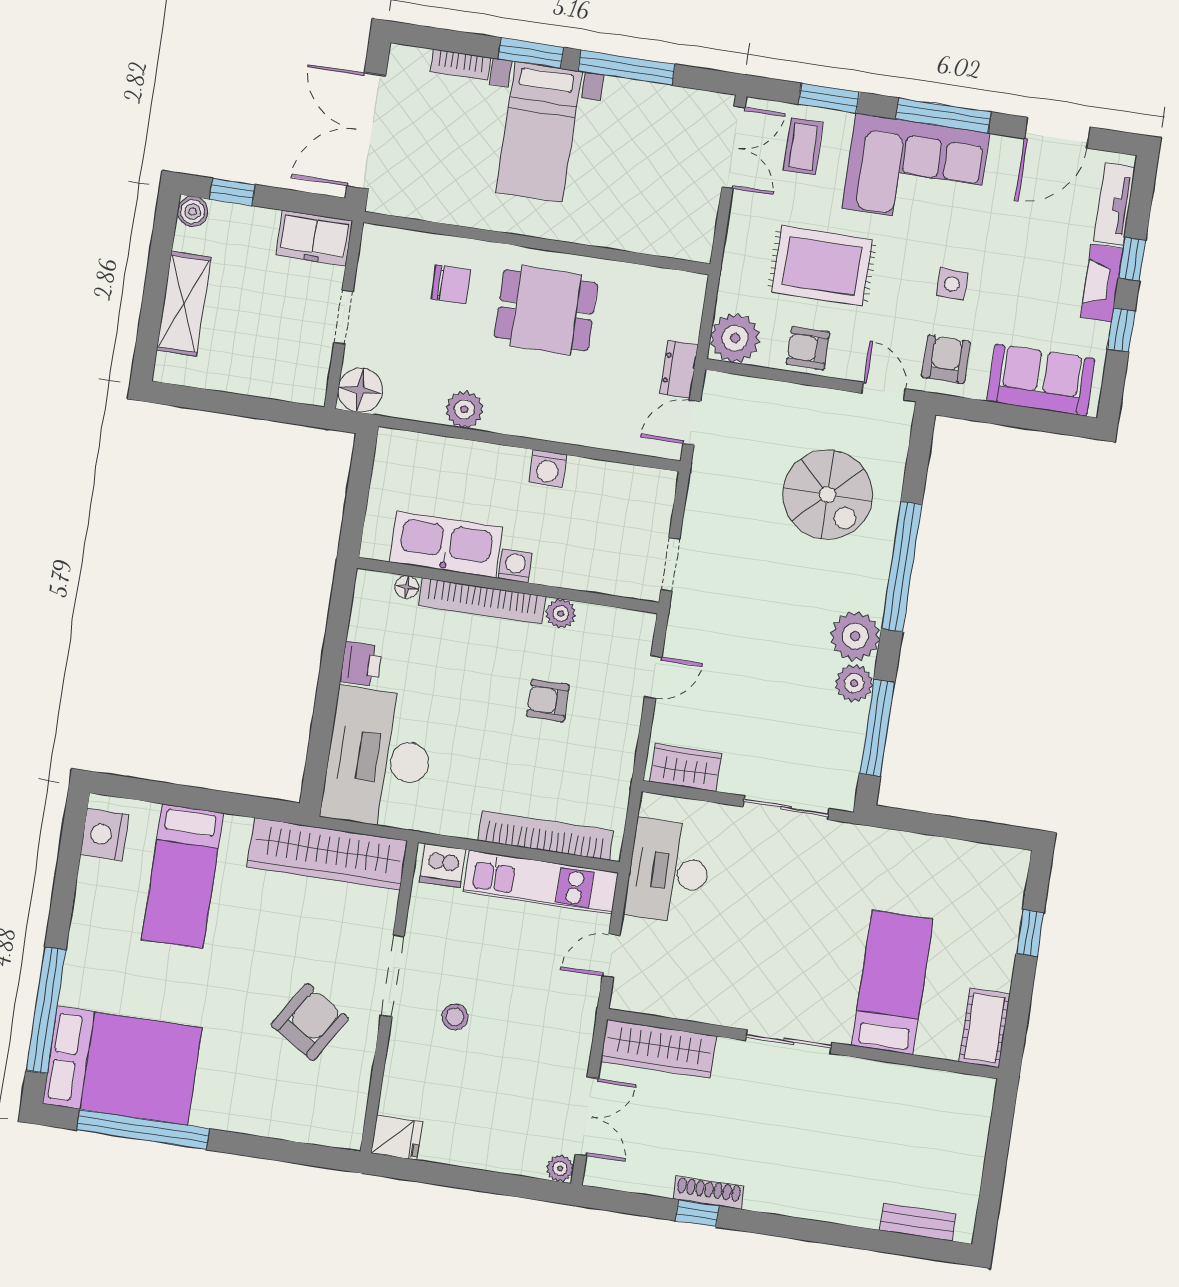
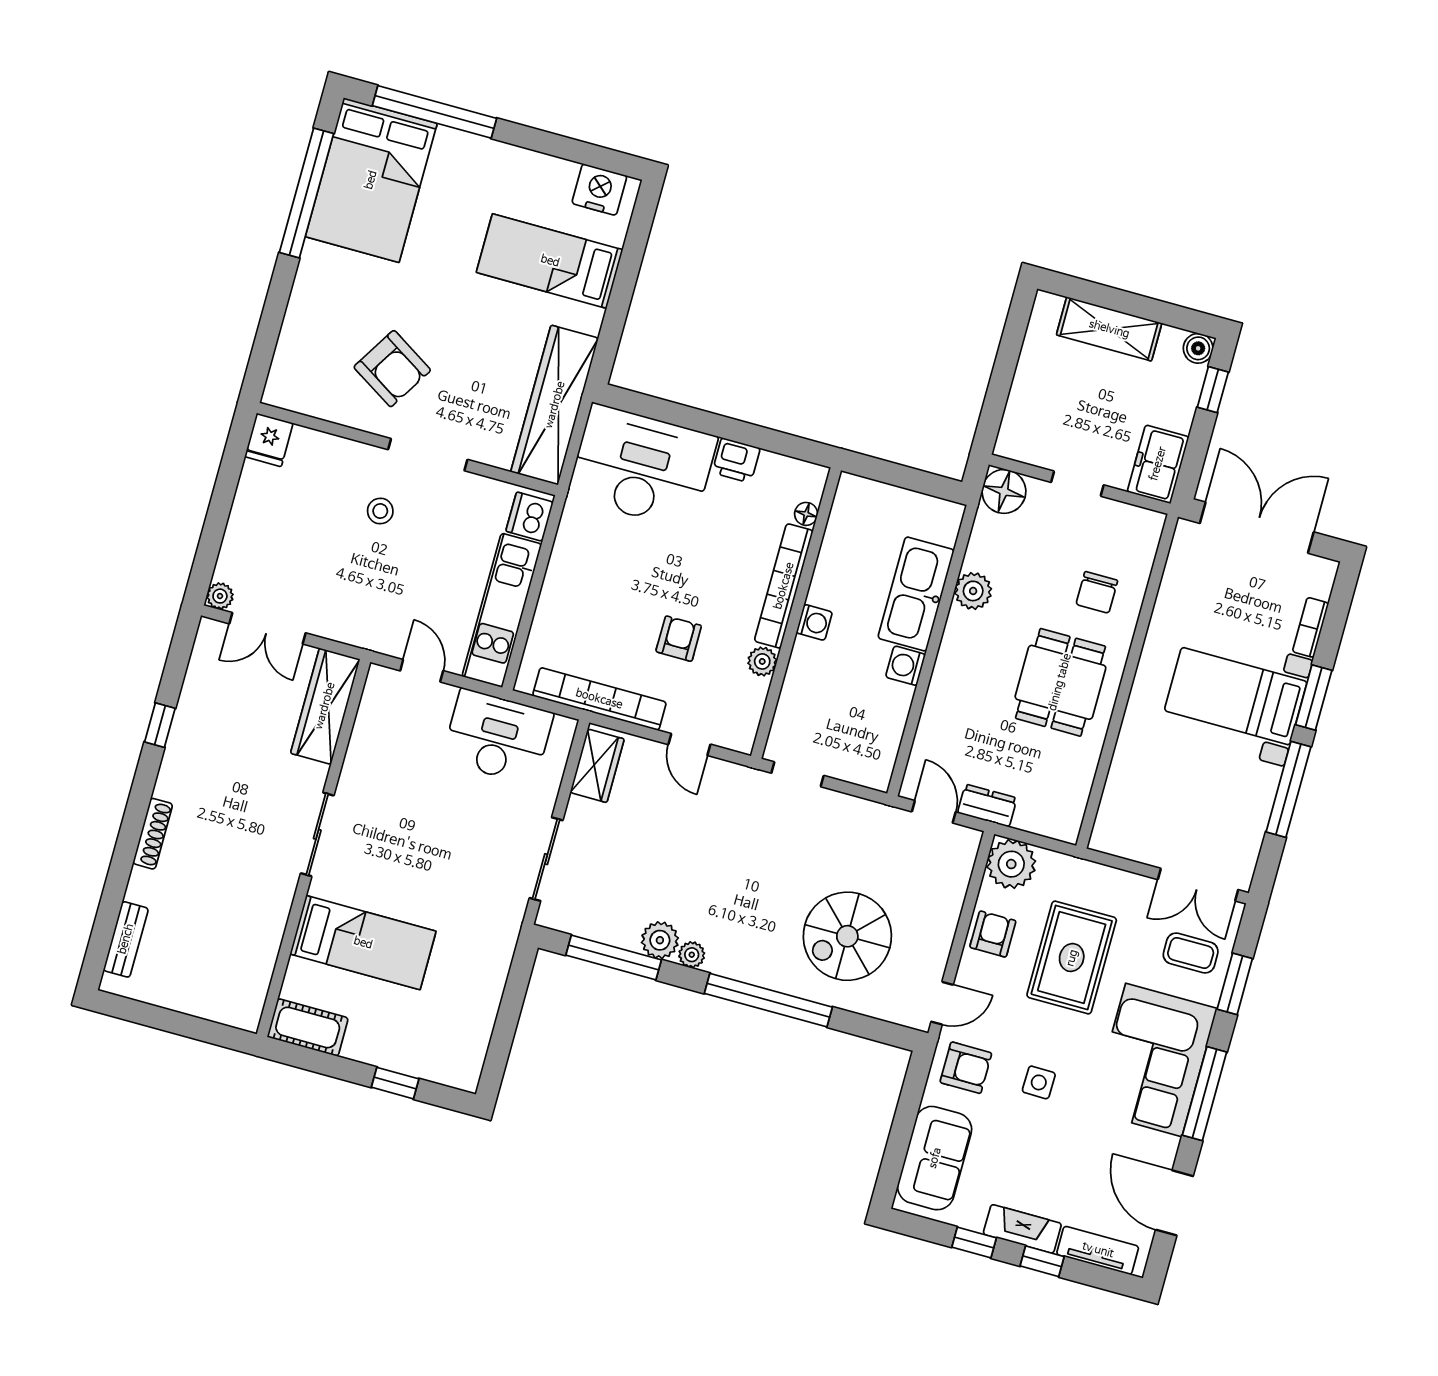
kitchen sink: (446, 545) -> (916, 594), moved, turned 180
plant: (855, 636) -> (692, 955), width x0.53, depth x0.53
bookcase: (545, 836) -> (599, 699), moved, turned -90
shoe rack: (709, 1192) -> (153, 834), moved

